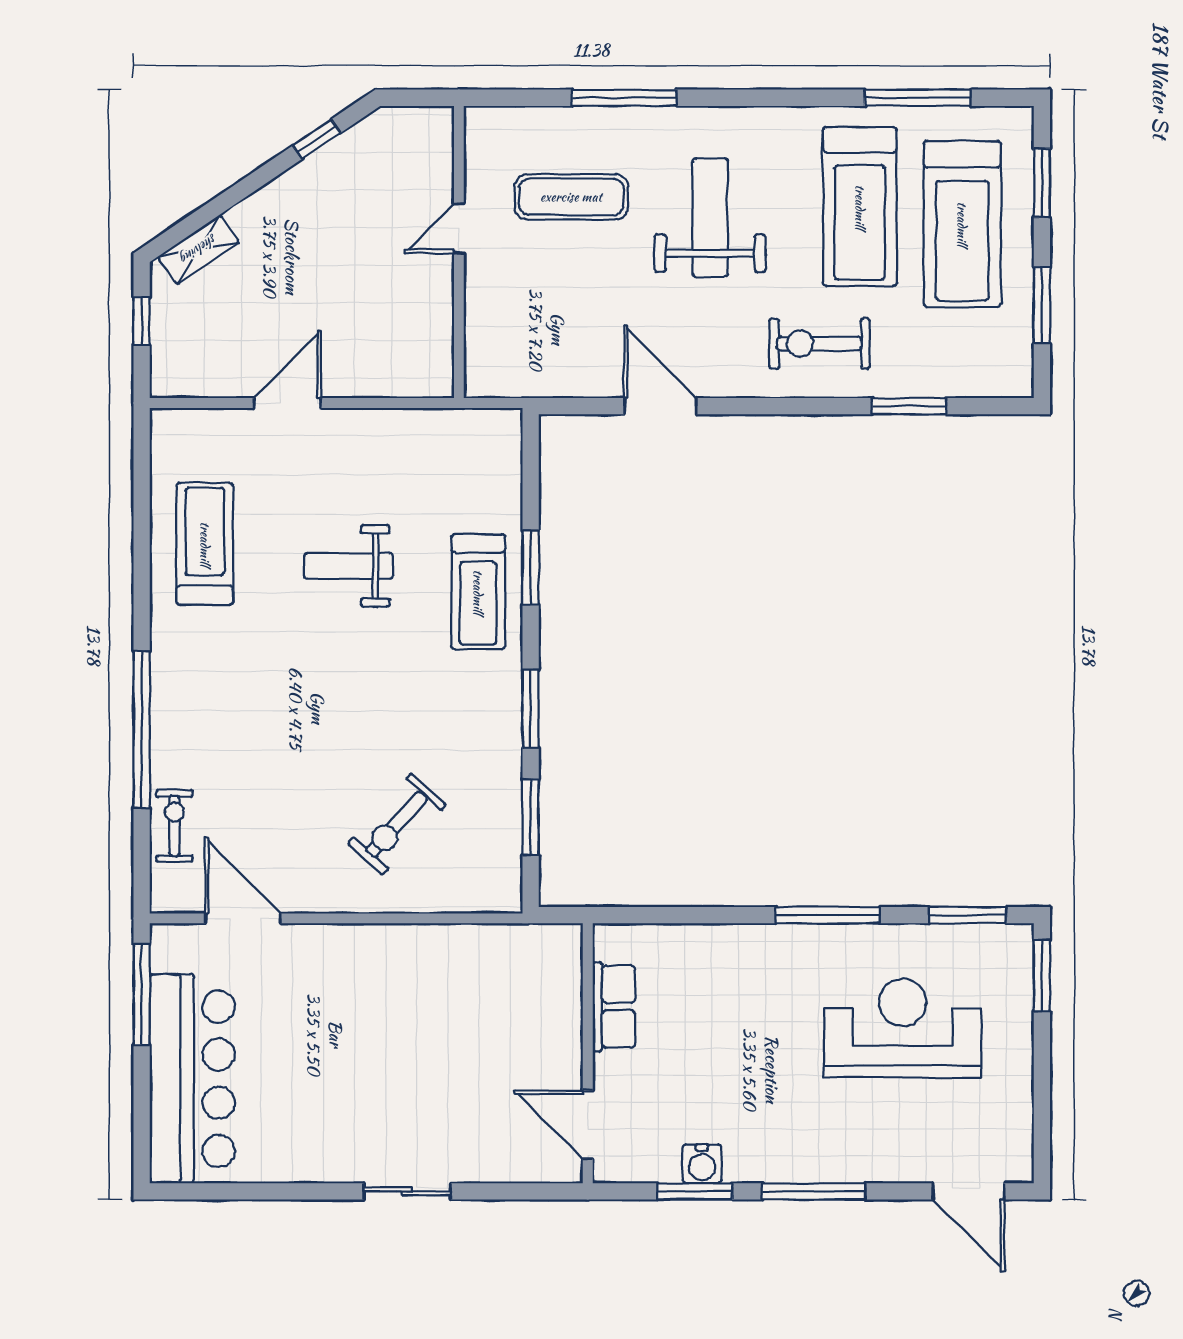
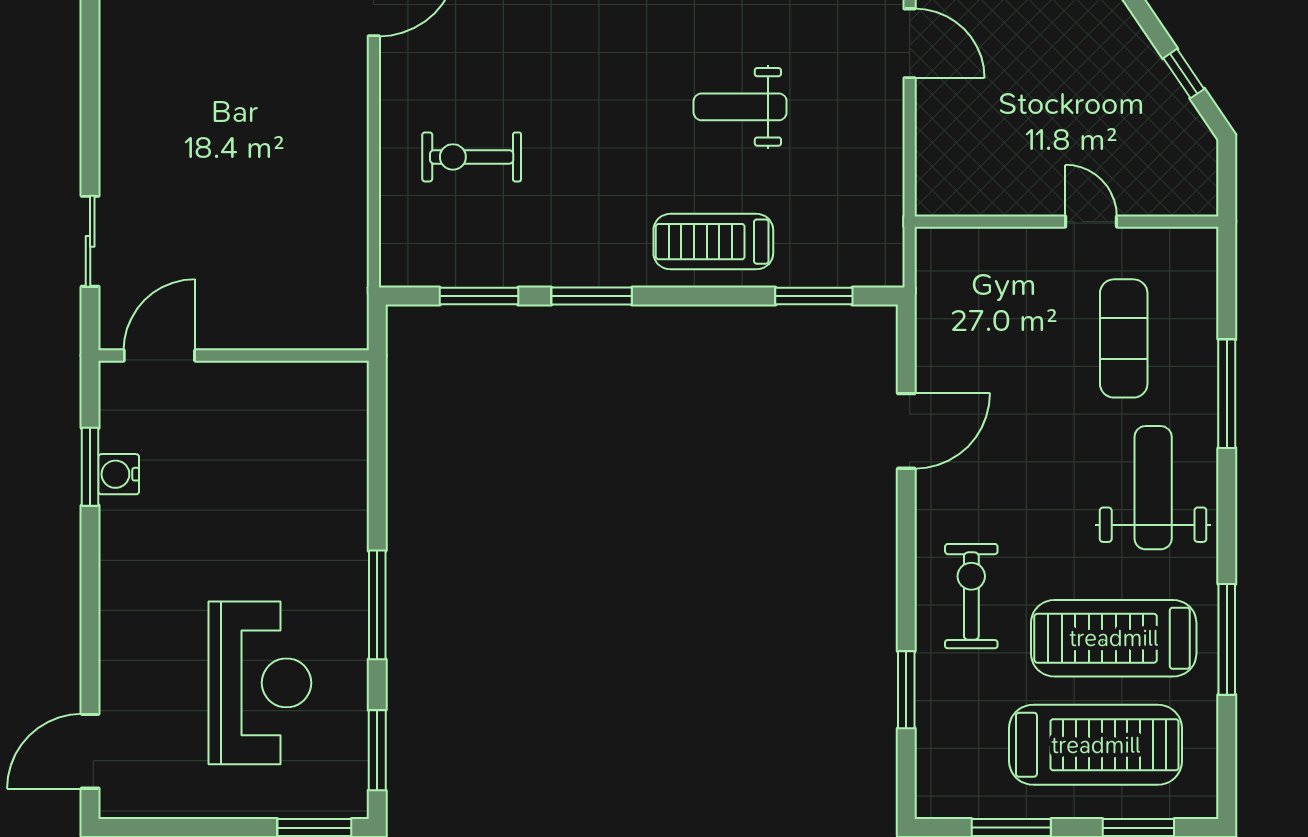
window: (918, 98) -> (1227, 639), moved
weight bench: (710, 218) -> (1153, 488), moved, turned -90
treadmill: (962, 224) -> (1096, 745), turned 180
weight bench: (349, 566) -> (740, 107), turned -90
window: (531, 568) -> (814, 296), moved
exercise bike: (397, 824) -> (472, 157), turned -42
row of seats: (614, 1007) -> (282, 383), removed
sliding door: (407, 1191) -> (90, 241), moved
window: (814, 1191) -> (90, 591), removed

